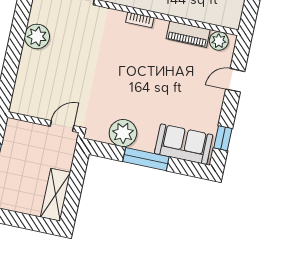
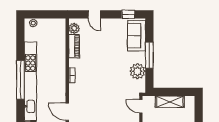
shelving: (56, 195) -> (170, 102), moved

